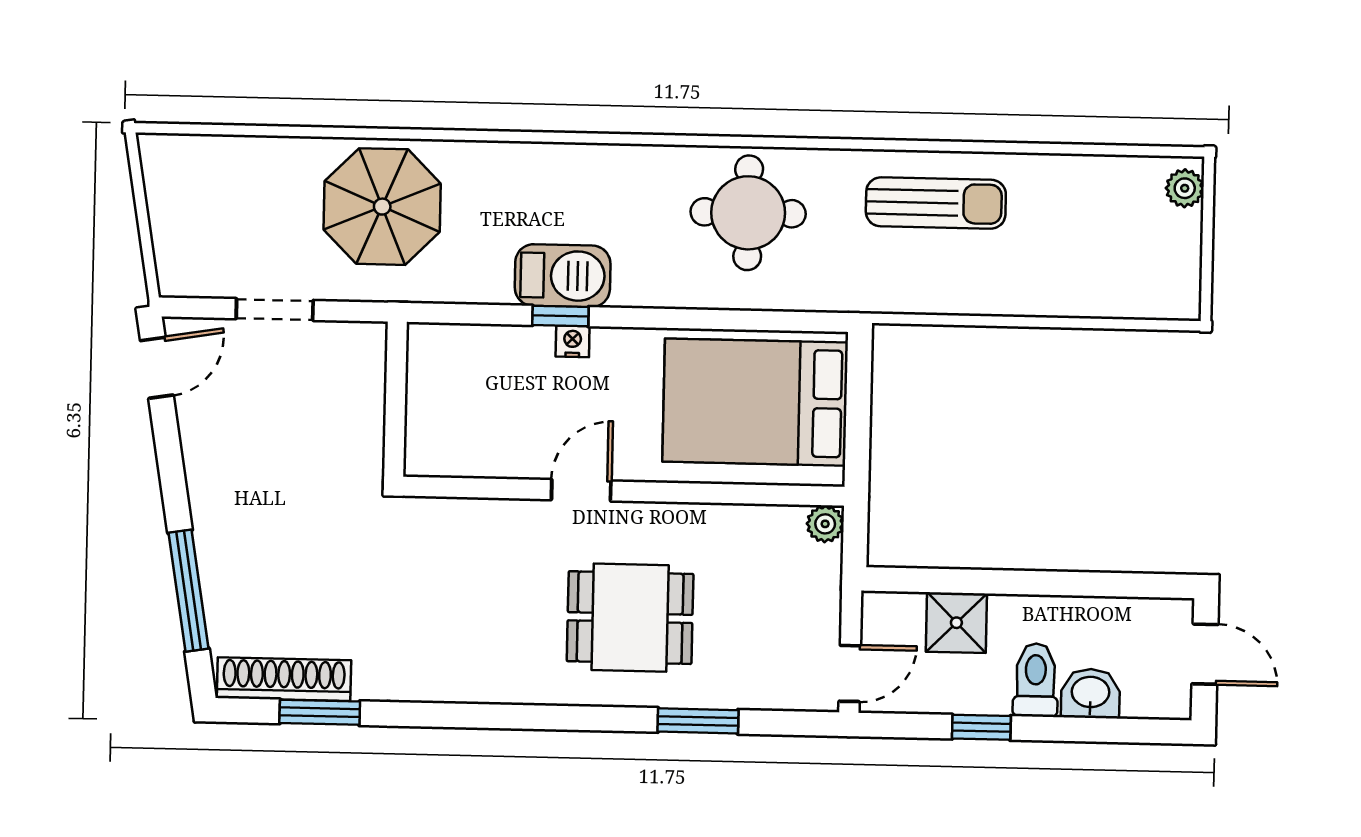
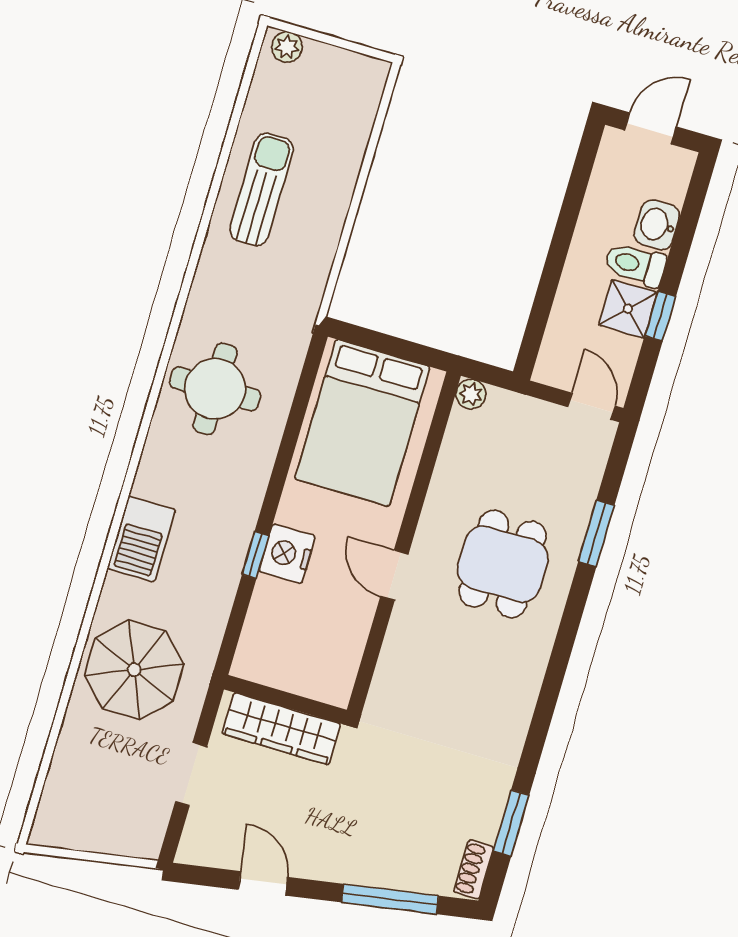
sun lounger: (936, 203) -> (262, 189), moved
barbecue: (563, 276) -> (141, 539), moved, turned 180
nightstand: (573, 341) -> (287, 554), width x1.89, depth x1.79
door: (157, 368) -> (263, 883), moved
wardrobe: (359, 404) -> (281, 729), added
shower: (956, 623) -> (628, 309), moved
shoe rack: (284, 679) -> (474, 869), width x0.51, depth x0.81

